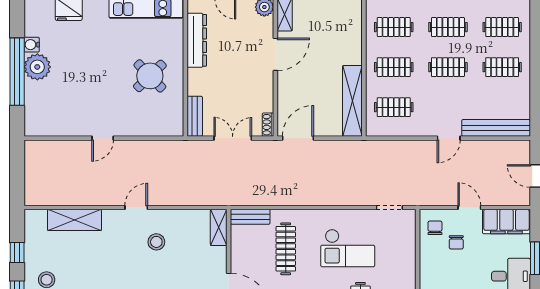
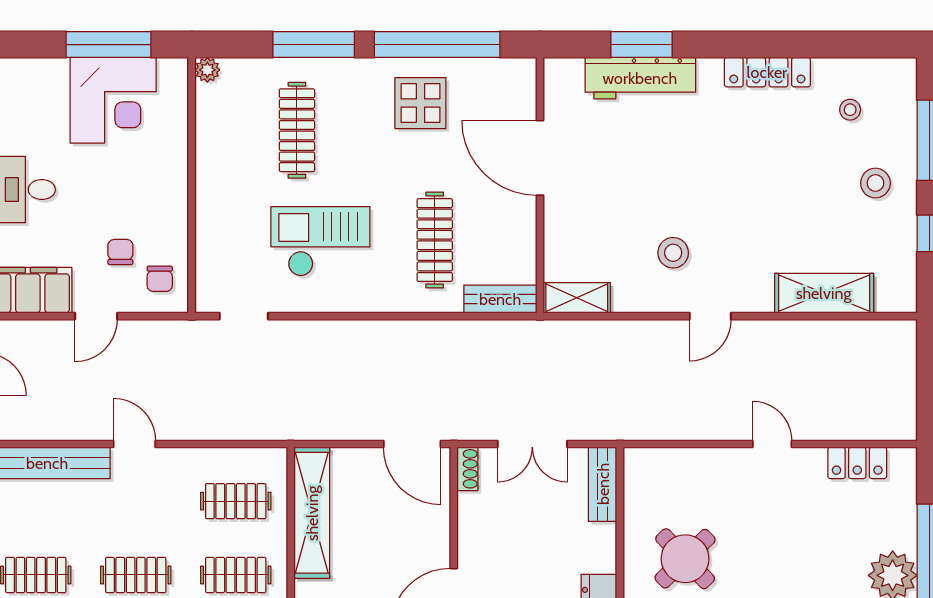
locker: (56, 128) -> (857, 463), added
door: (103, 138) -> (772, 444), hinge flipped
door: (298, 138) -> (412, 444), hinge flipped
door: (449, 138) -> (134, 444), hinge flipped
door: (469, 208) -> (96, 316), hinge flipped
shelving: (219, 227) -> (577, 298), moved, turned 90

